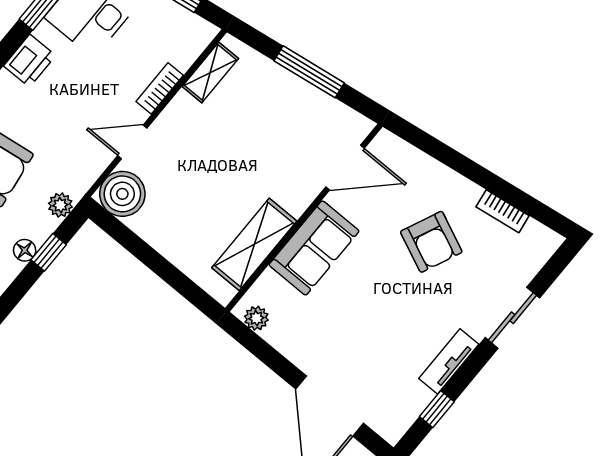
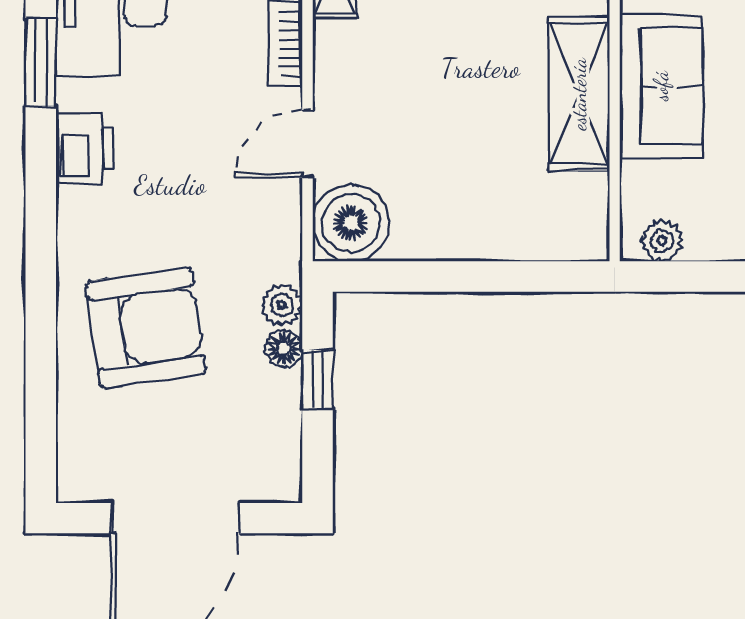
shelving: (254, 244) -> (579, 94), moved
floor lamp: (25, 250) -> (284, 348), moved

